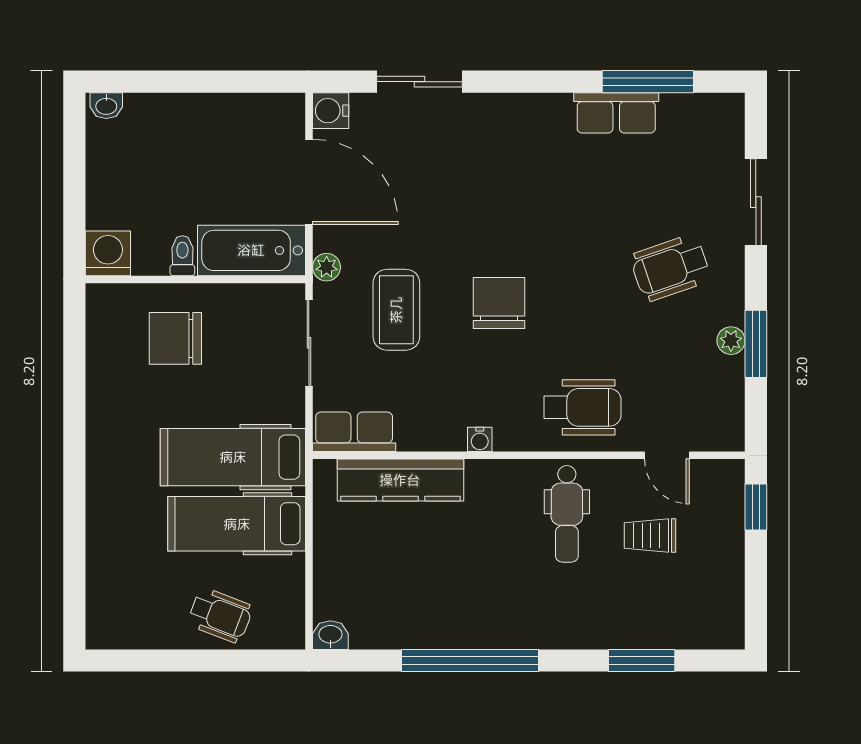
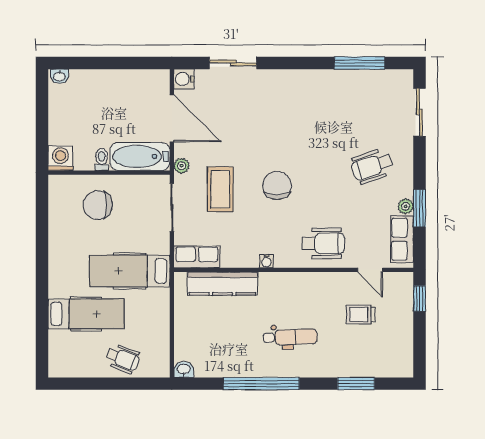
row of seats: (616, 113) -> (402, 239), moved, turned 90
sliding door: (756, 202) -> (419, 112), moved
dental chair: (567, 514) -> (290, 337), moved, turned -92
hospital bed: (237, 524) -> (86, 314), moved, turned 180

